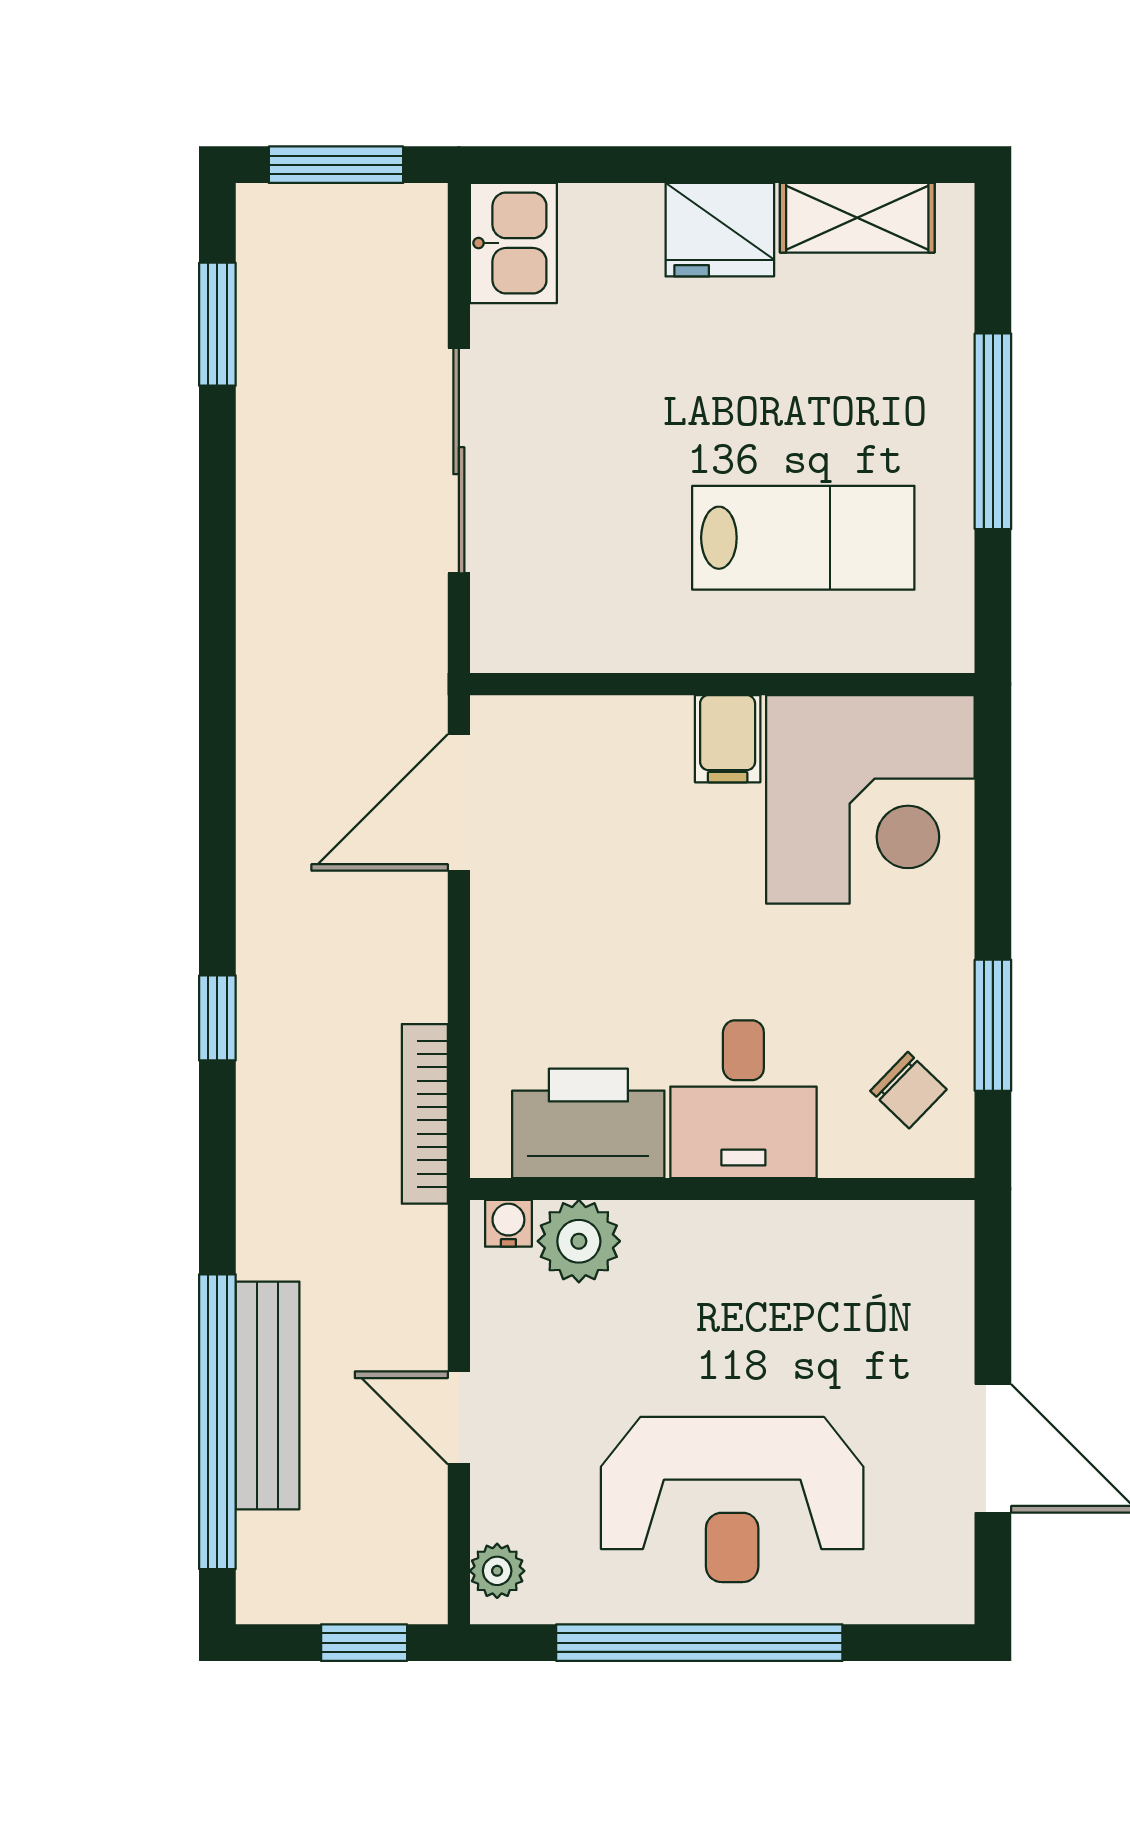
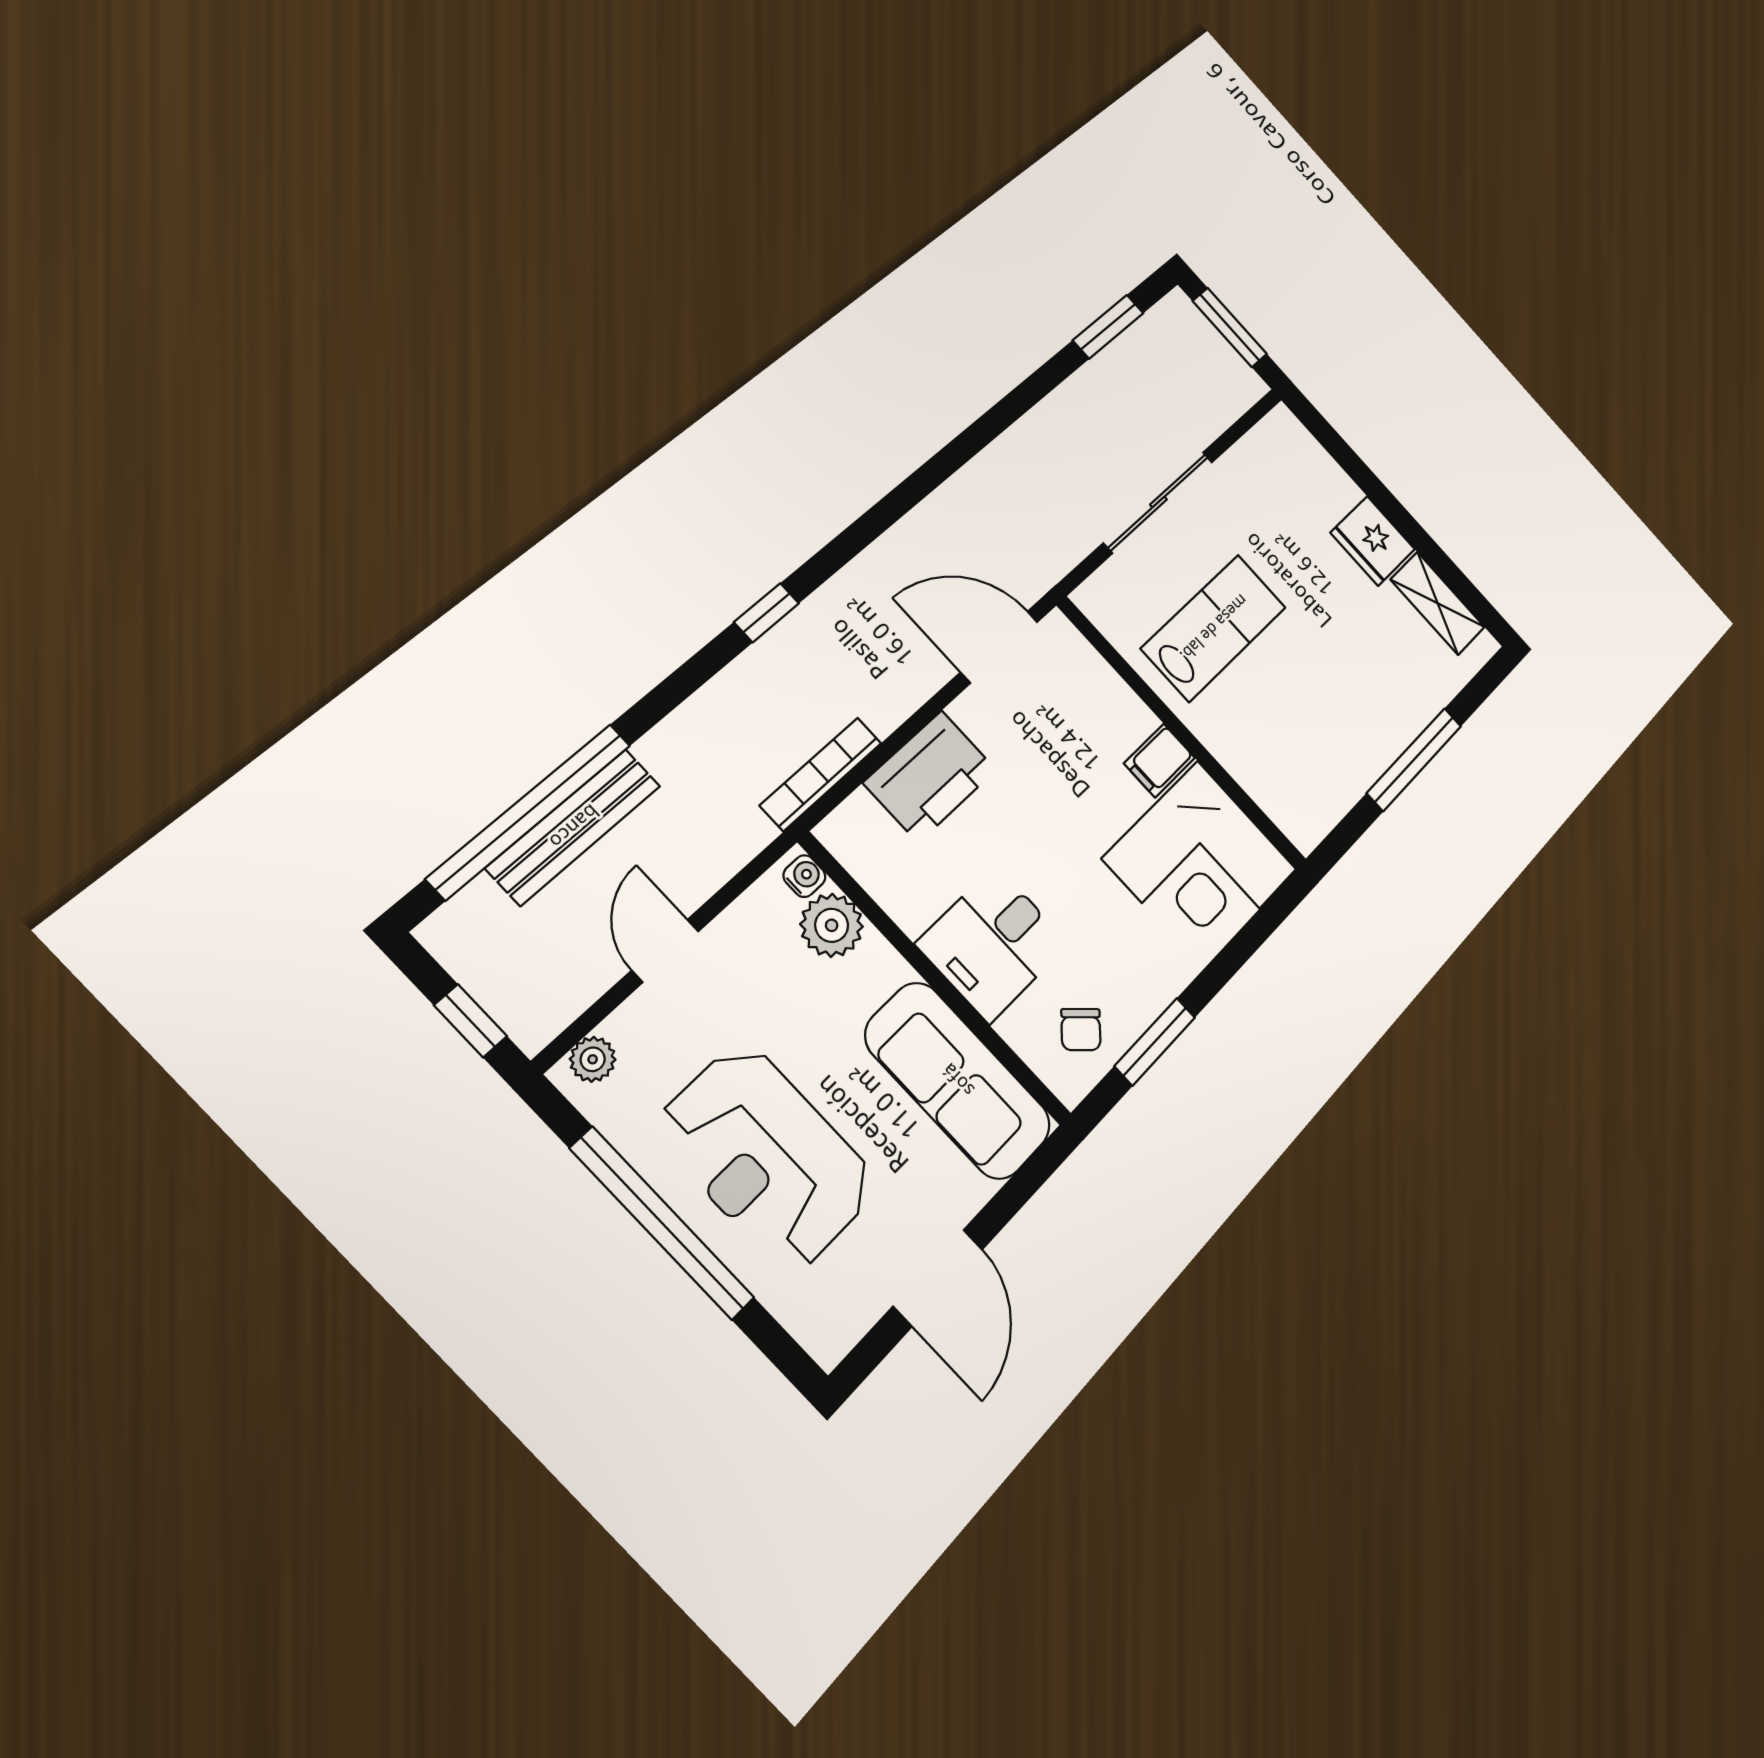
kitchen sink: (513, 243) -> (1276, 444), removed
lab bench: (803, 538) -> (1214, 628), moved, turned -90
printer: (588, 1123) -> (930, 776), moved, turned 90
sofa: (837, 1258) -> (958, 1080), added

